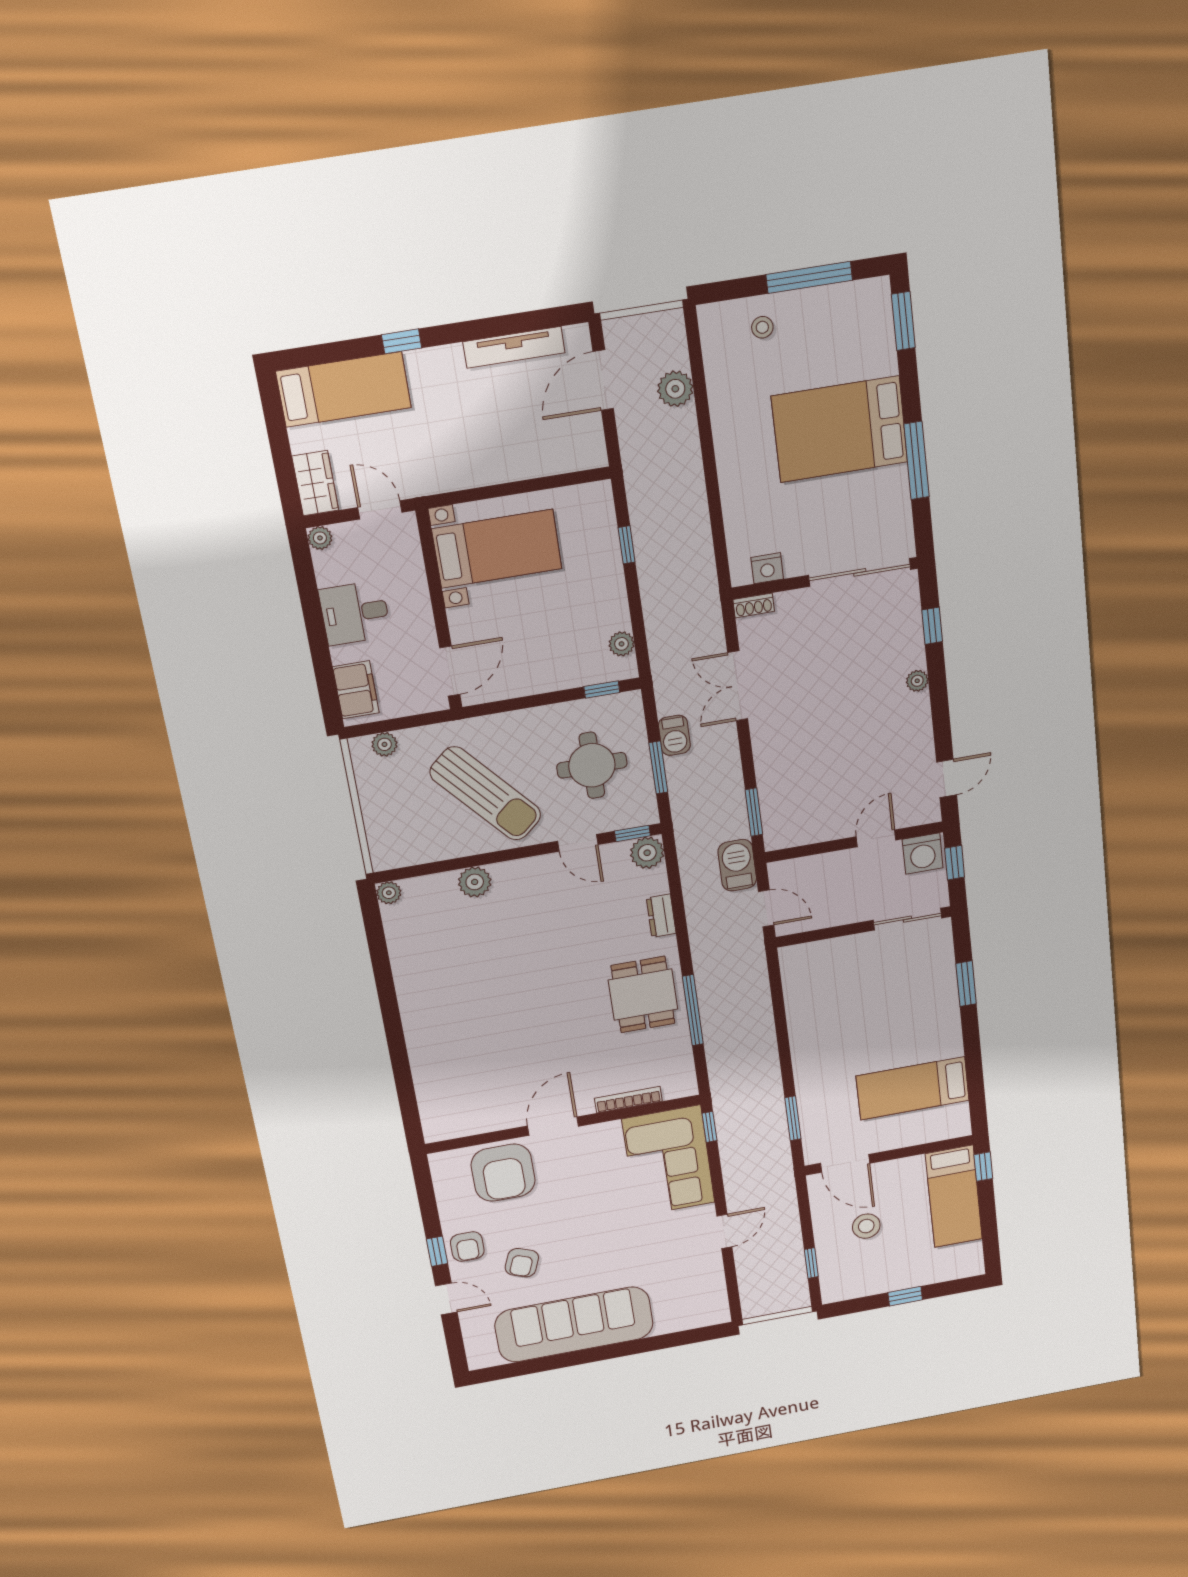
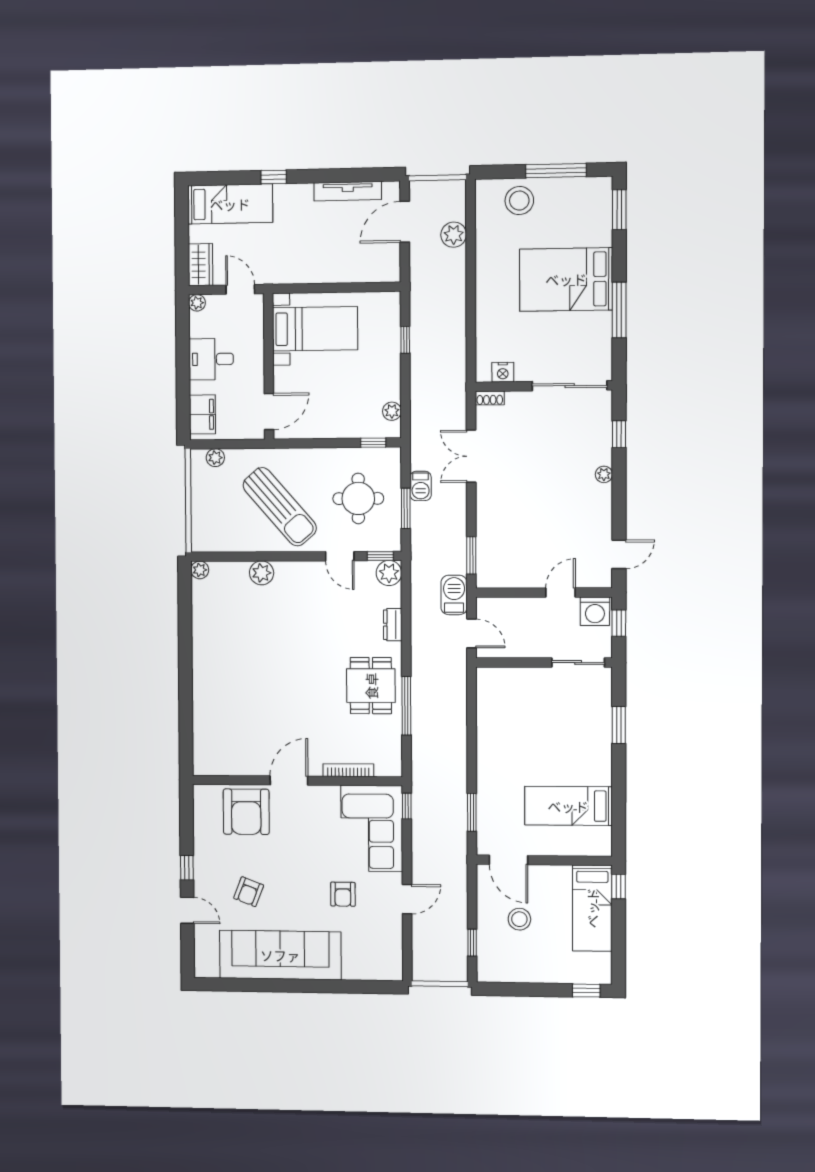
stool: (762, 327) -> (519, 201), width x1.89, depth x1.89
armchair: (467, 1247) -> (343, 894), moved
window: (905, 1296) -> (586, 991), moved

